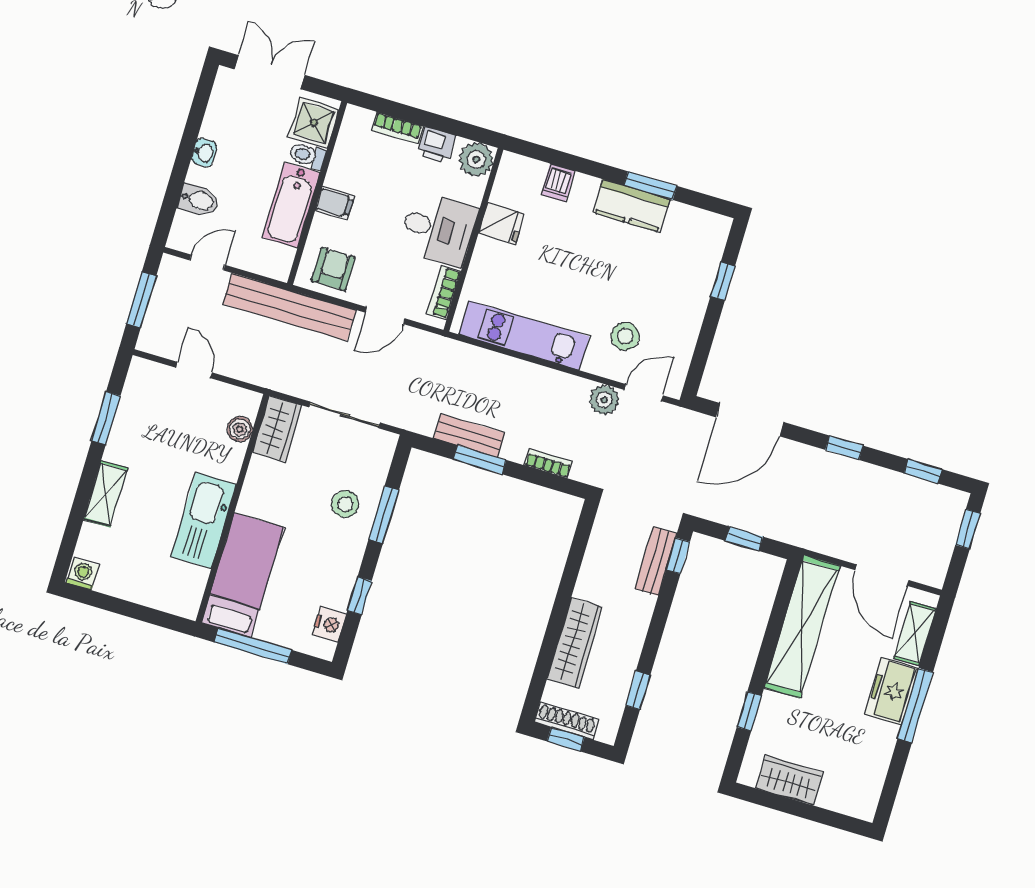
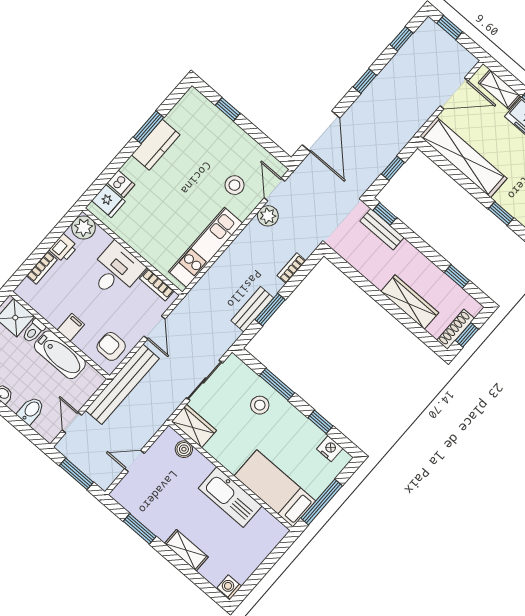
fridge: (501, 223) -> (108, 201), moved, turned 90

